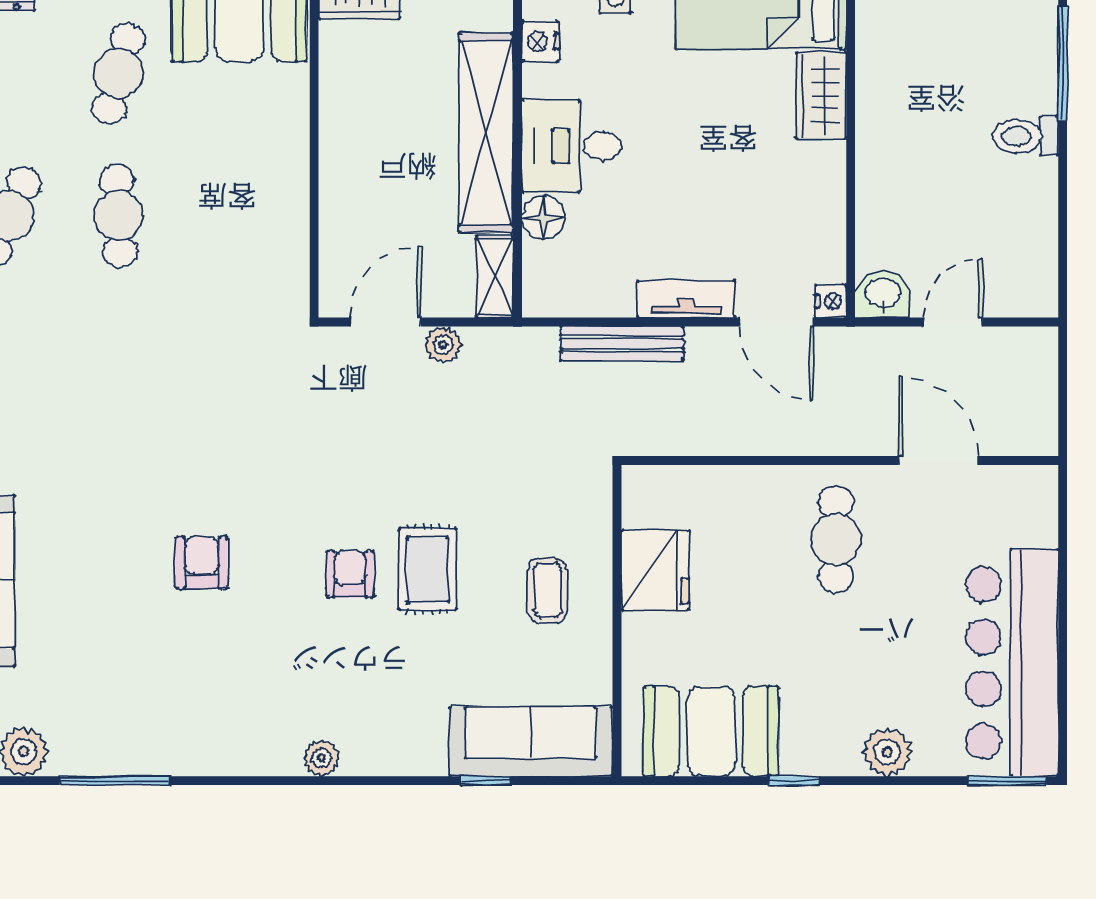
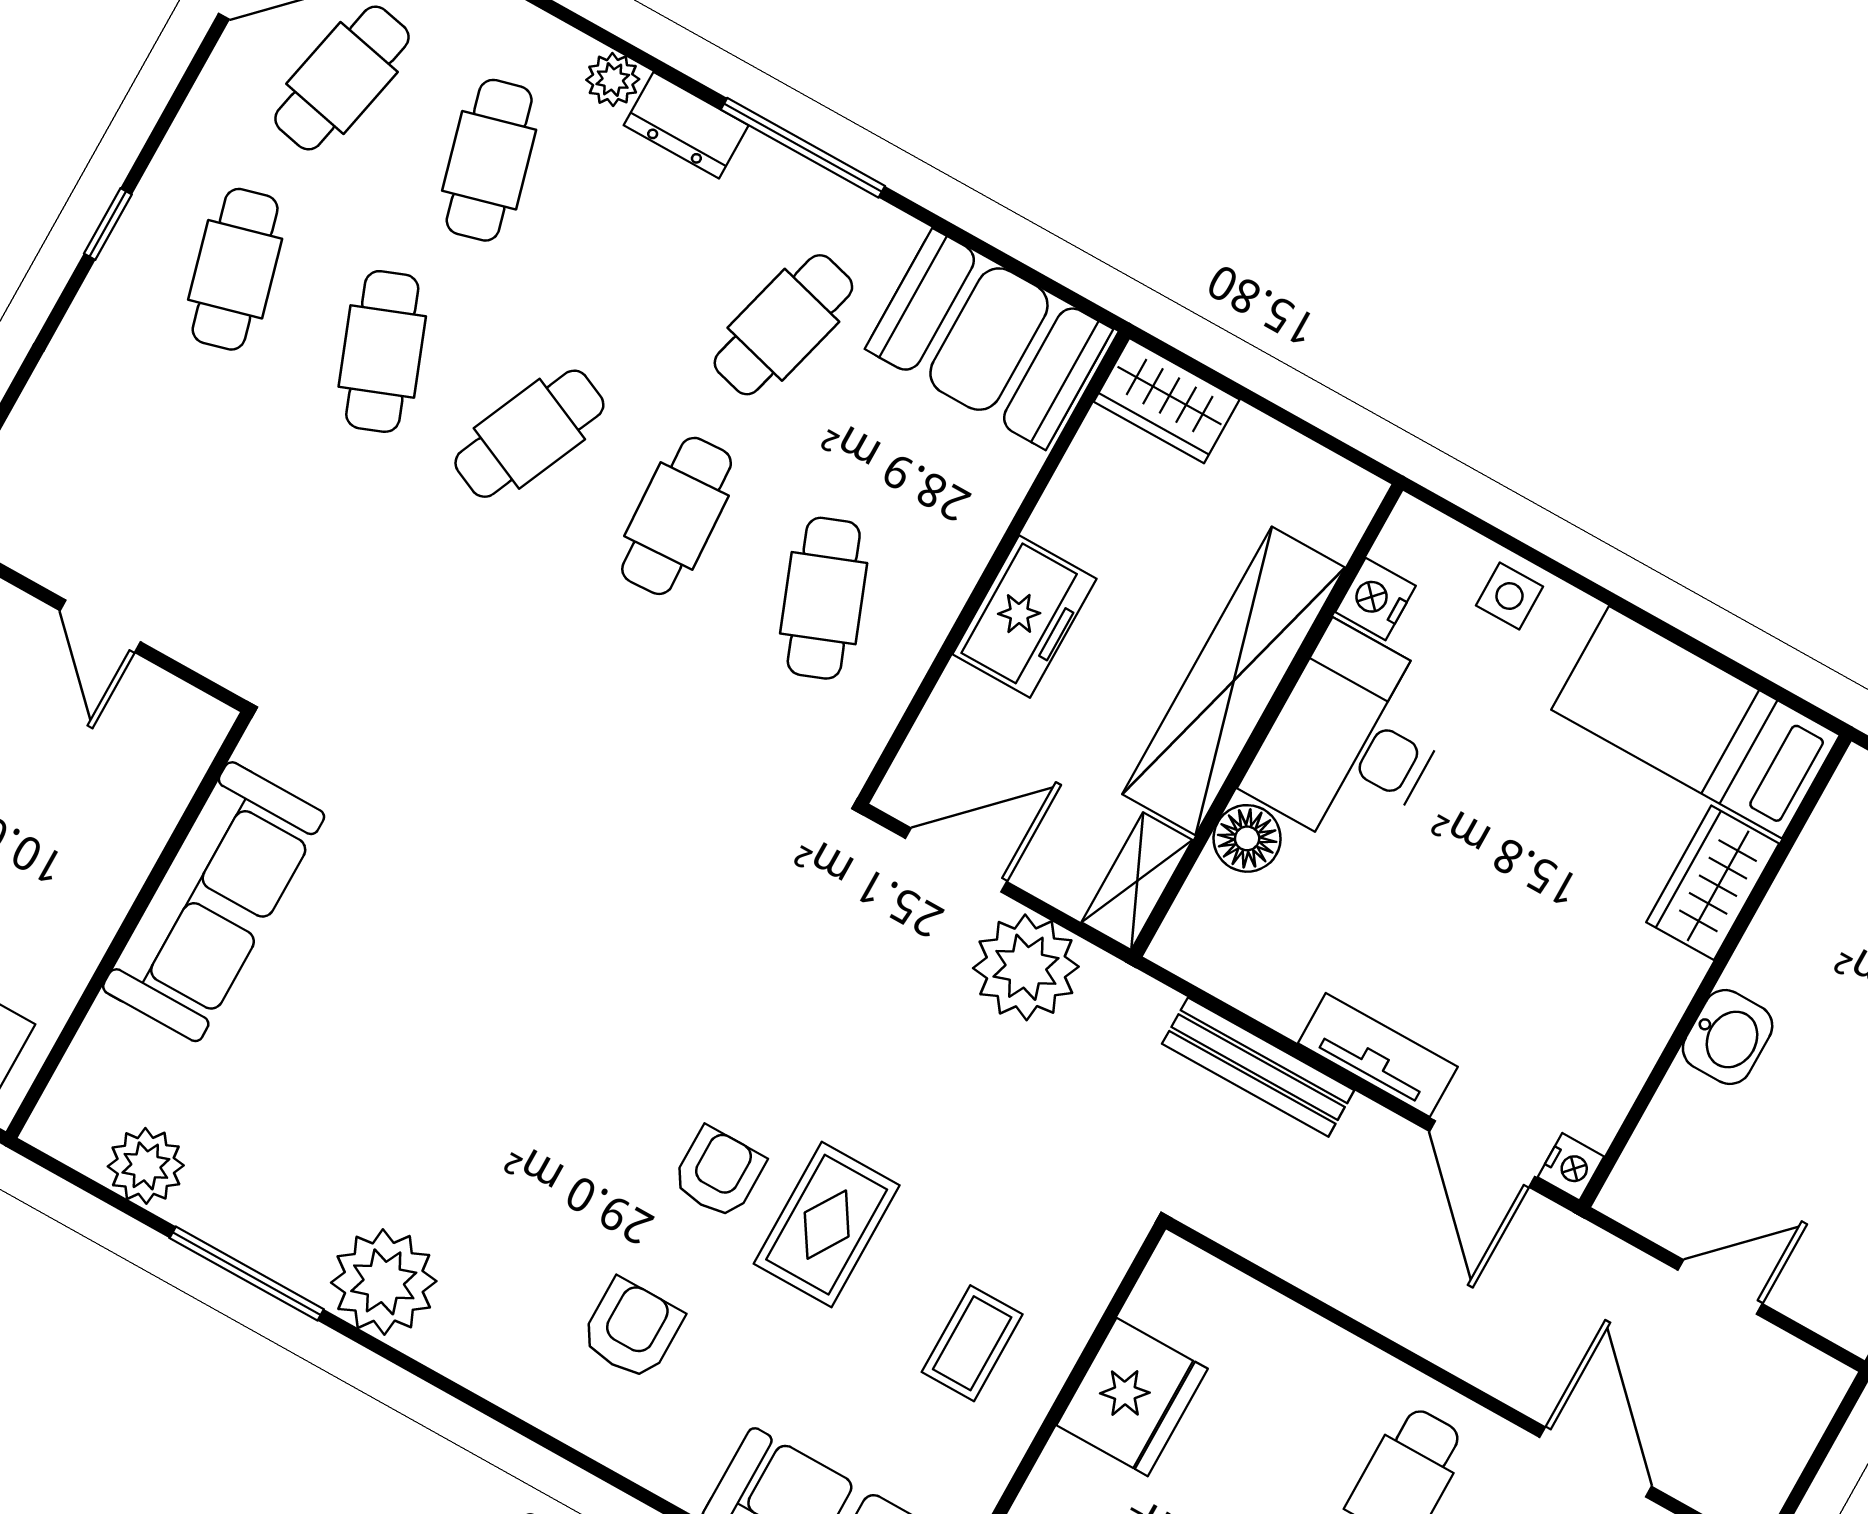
desk: (572, 146) -> (1352, 740), width x1.37
freezer: (347, 162) -> (1025, 616), added
cafe table: (228, 216) -> (824, 598), added
washbasin: (883, 294) -> (1728, 1037), moved, turned 90
plant: (443, 345) -> (1026, 967), width x1.87, depth x1.87
armchair: (201, 563) -> (632, 1329), moved
plant: (321, 758) -> (384, 1282), moved, width x1.88, depth x1.88

